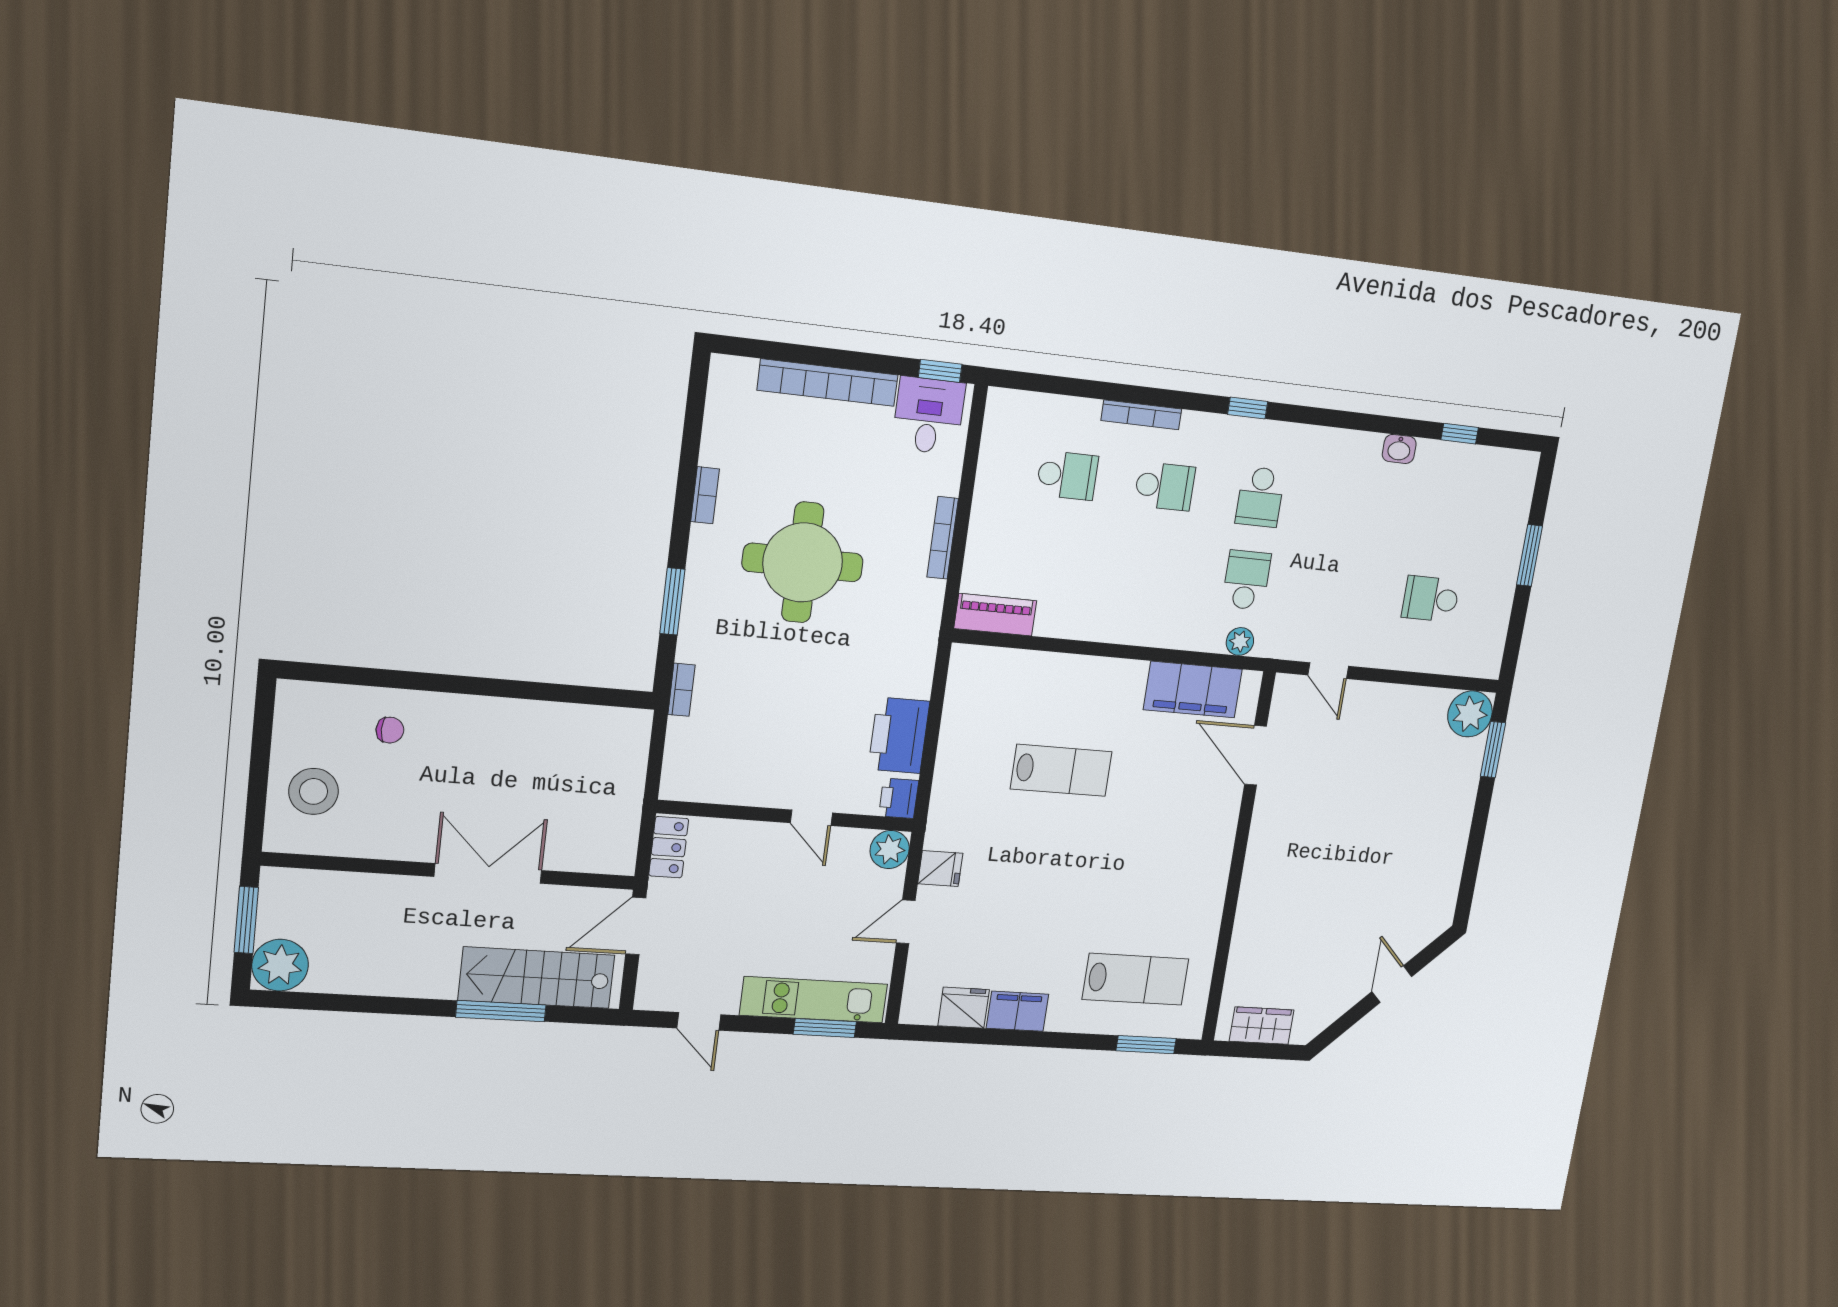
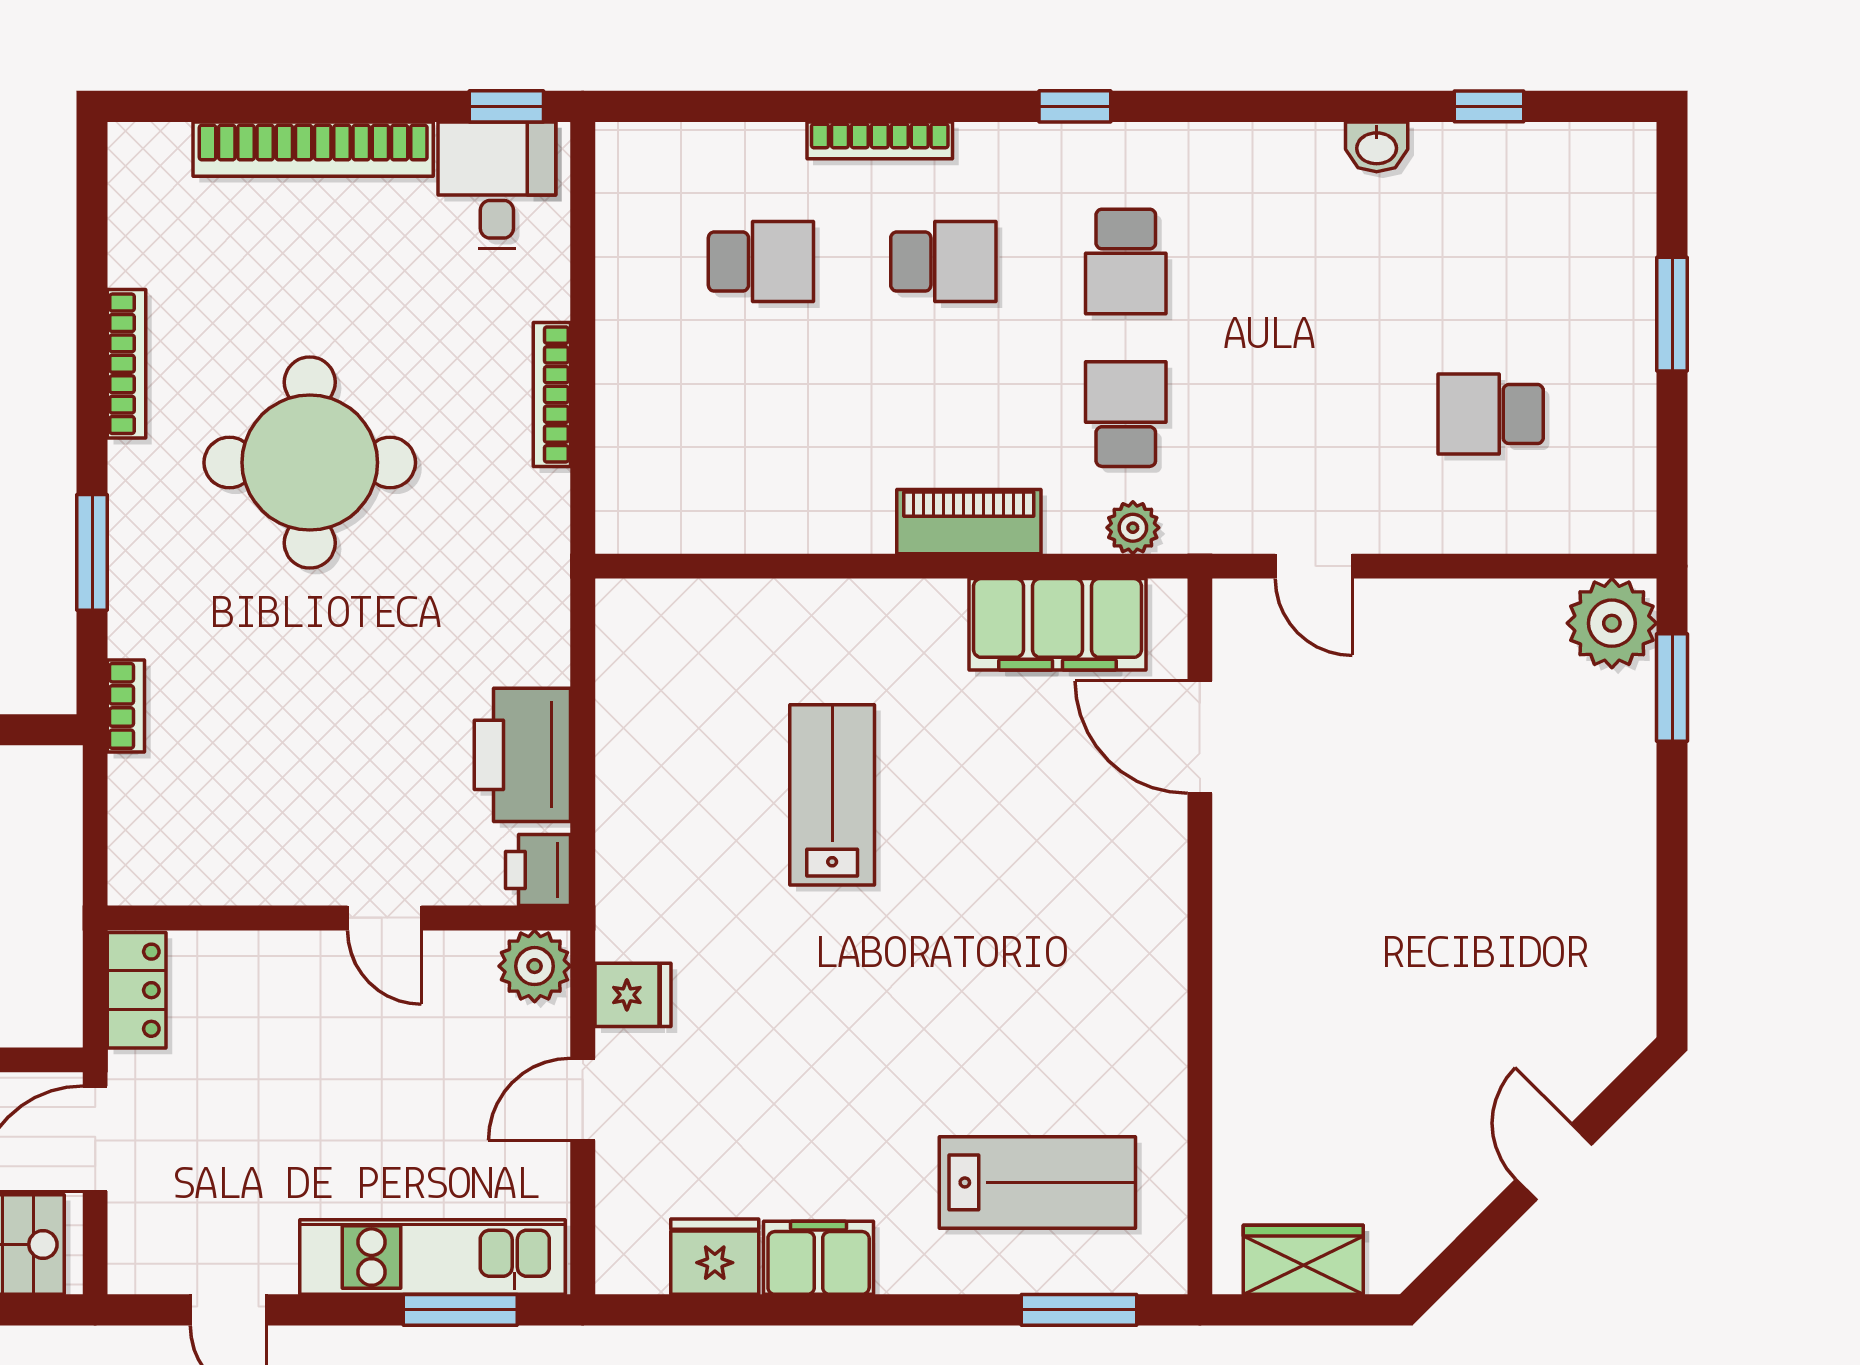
bookcase: (705, 495) -> (127, 364), width x1.56
piano: (995, 615) -> (969, 522), moved
lab bench: (1061, 770) -> (832, 795), turned -90

